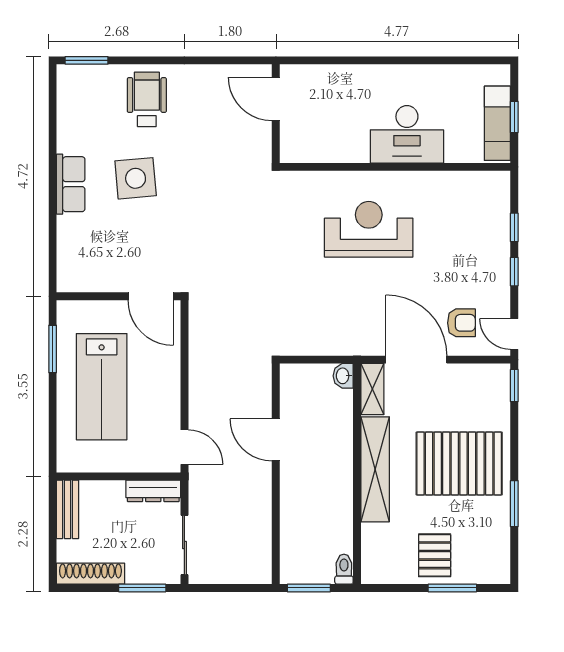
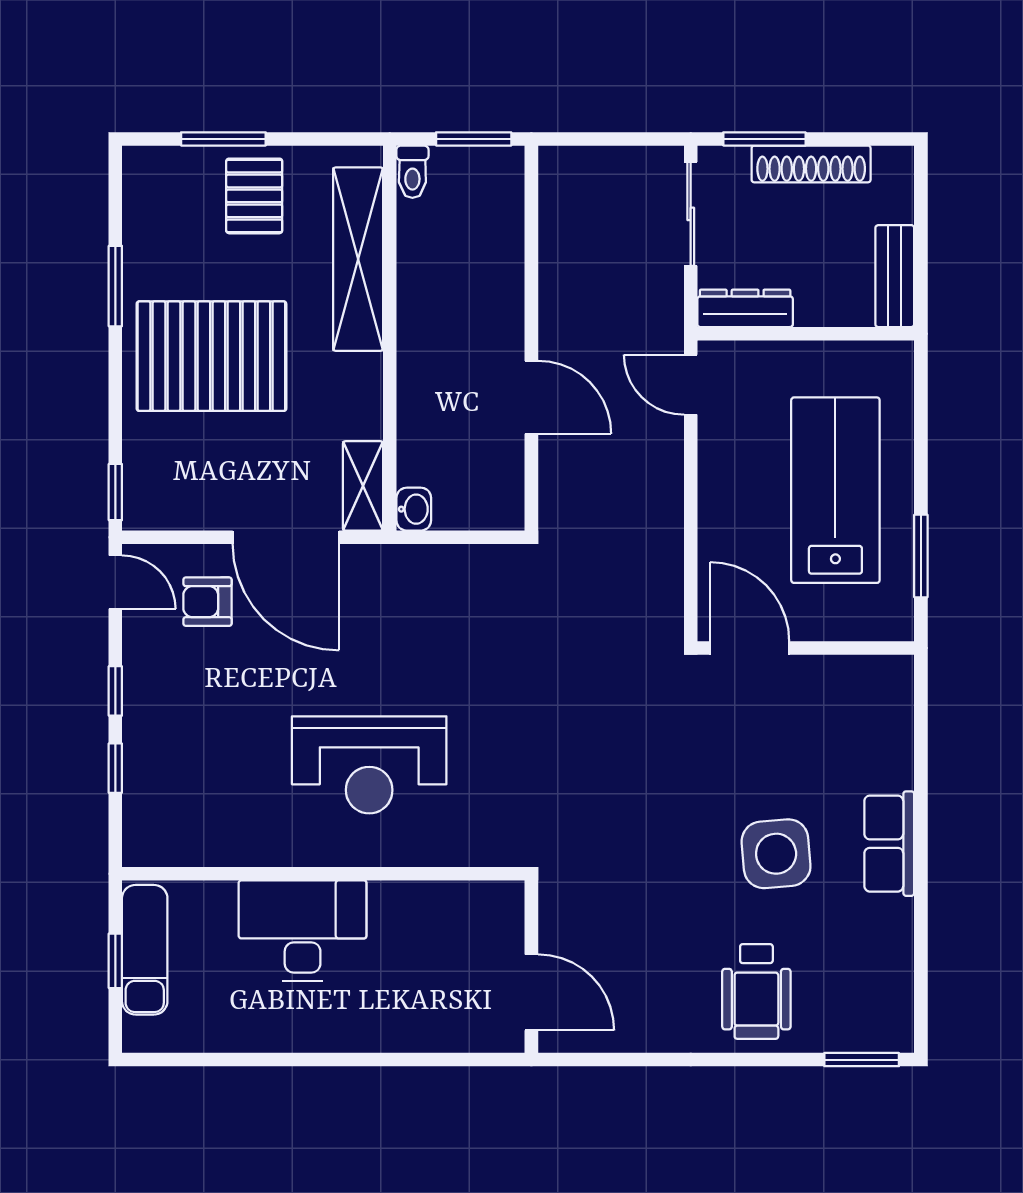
shelving: (375, 469) -> (358, 259), moved
shoe rack: (90, 574) -> (811, 164), moved

